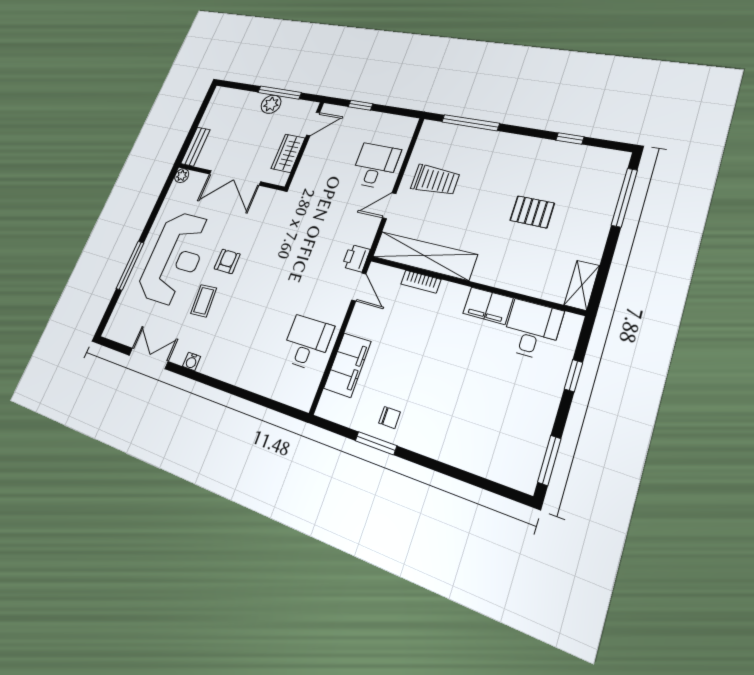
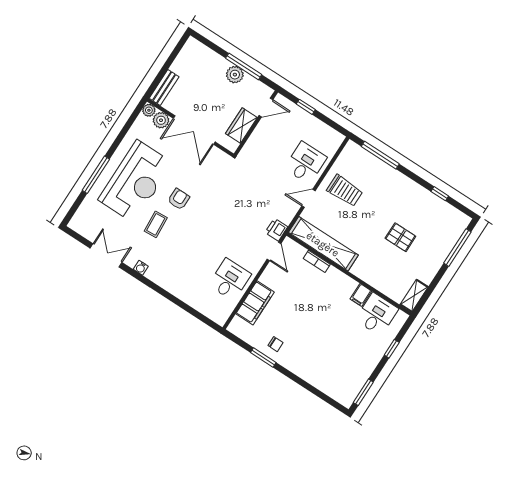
plant: (196, 181) -> (161, 120), added
filing cabinet: (488, 306) -> (361, 295), width x0.50

